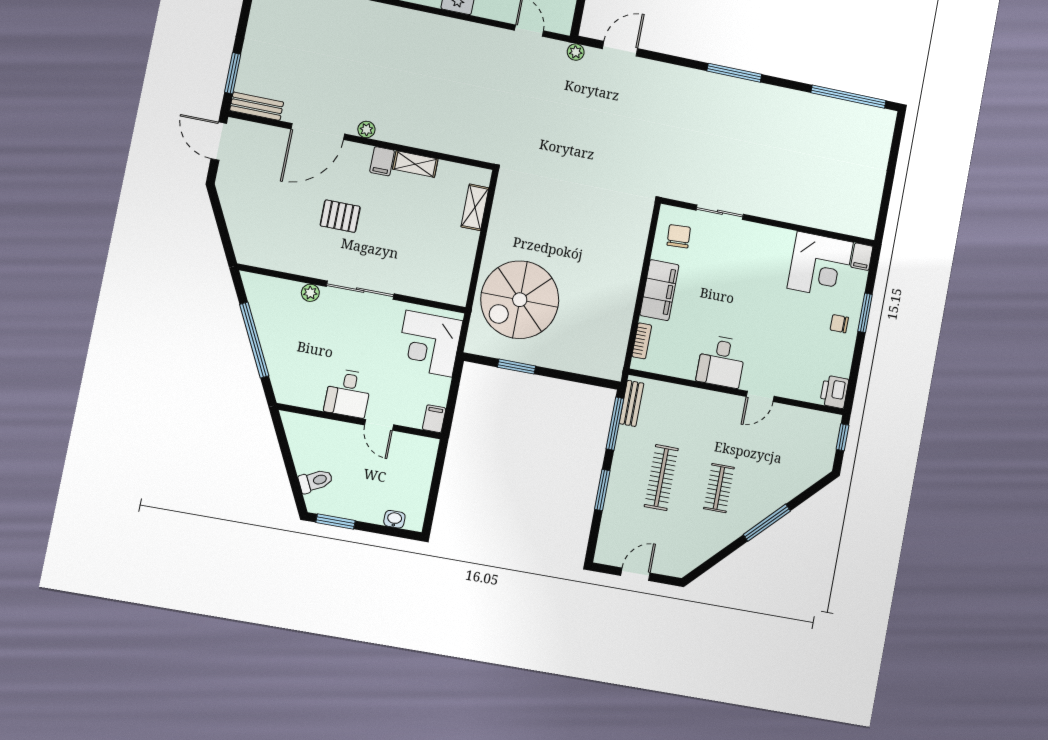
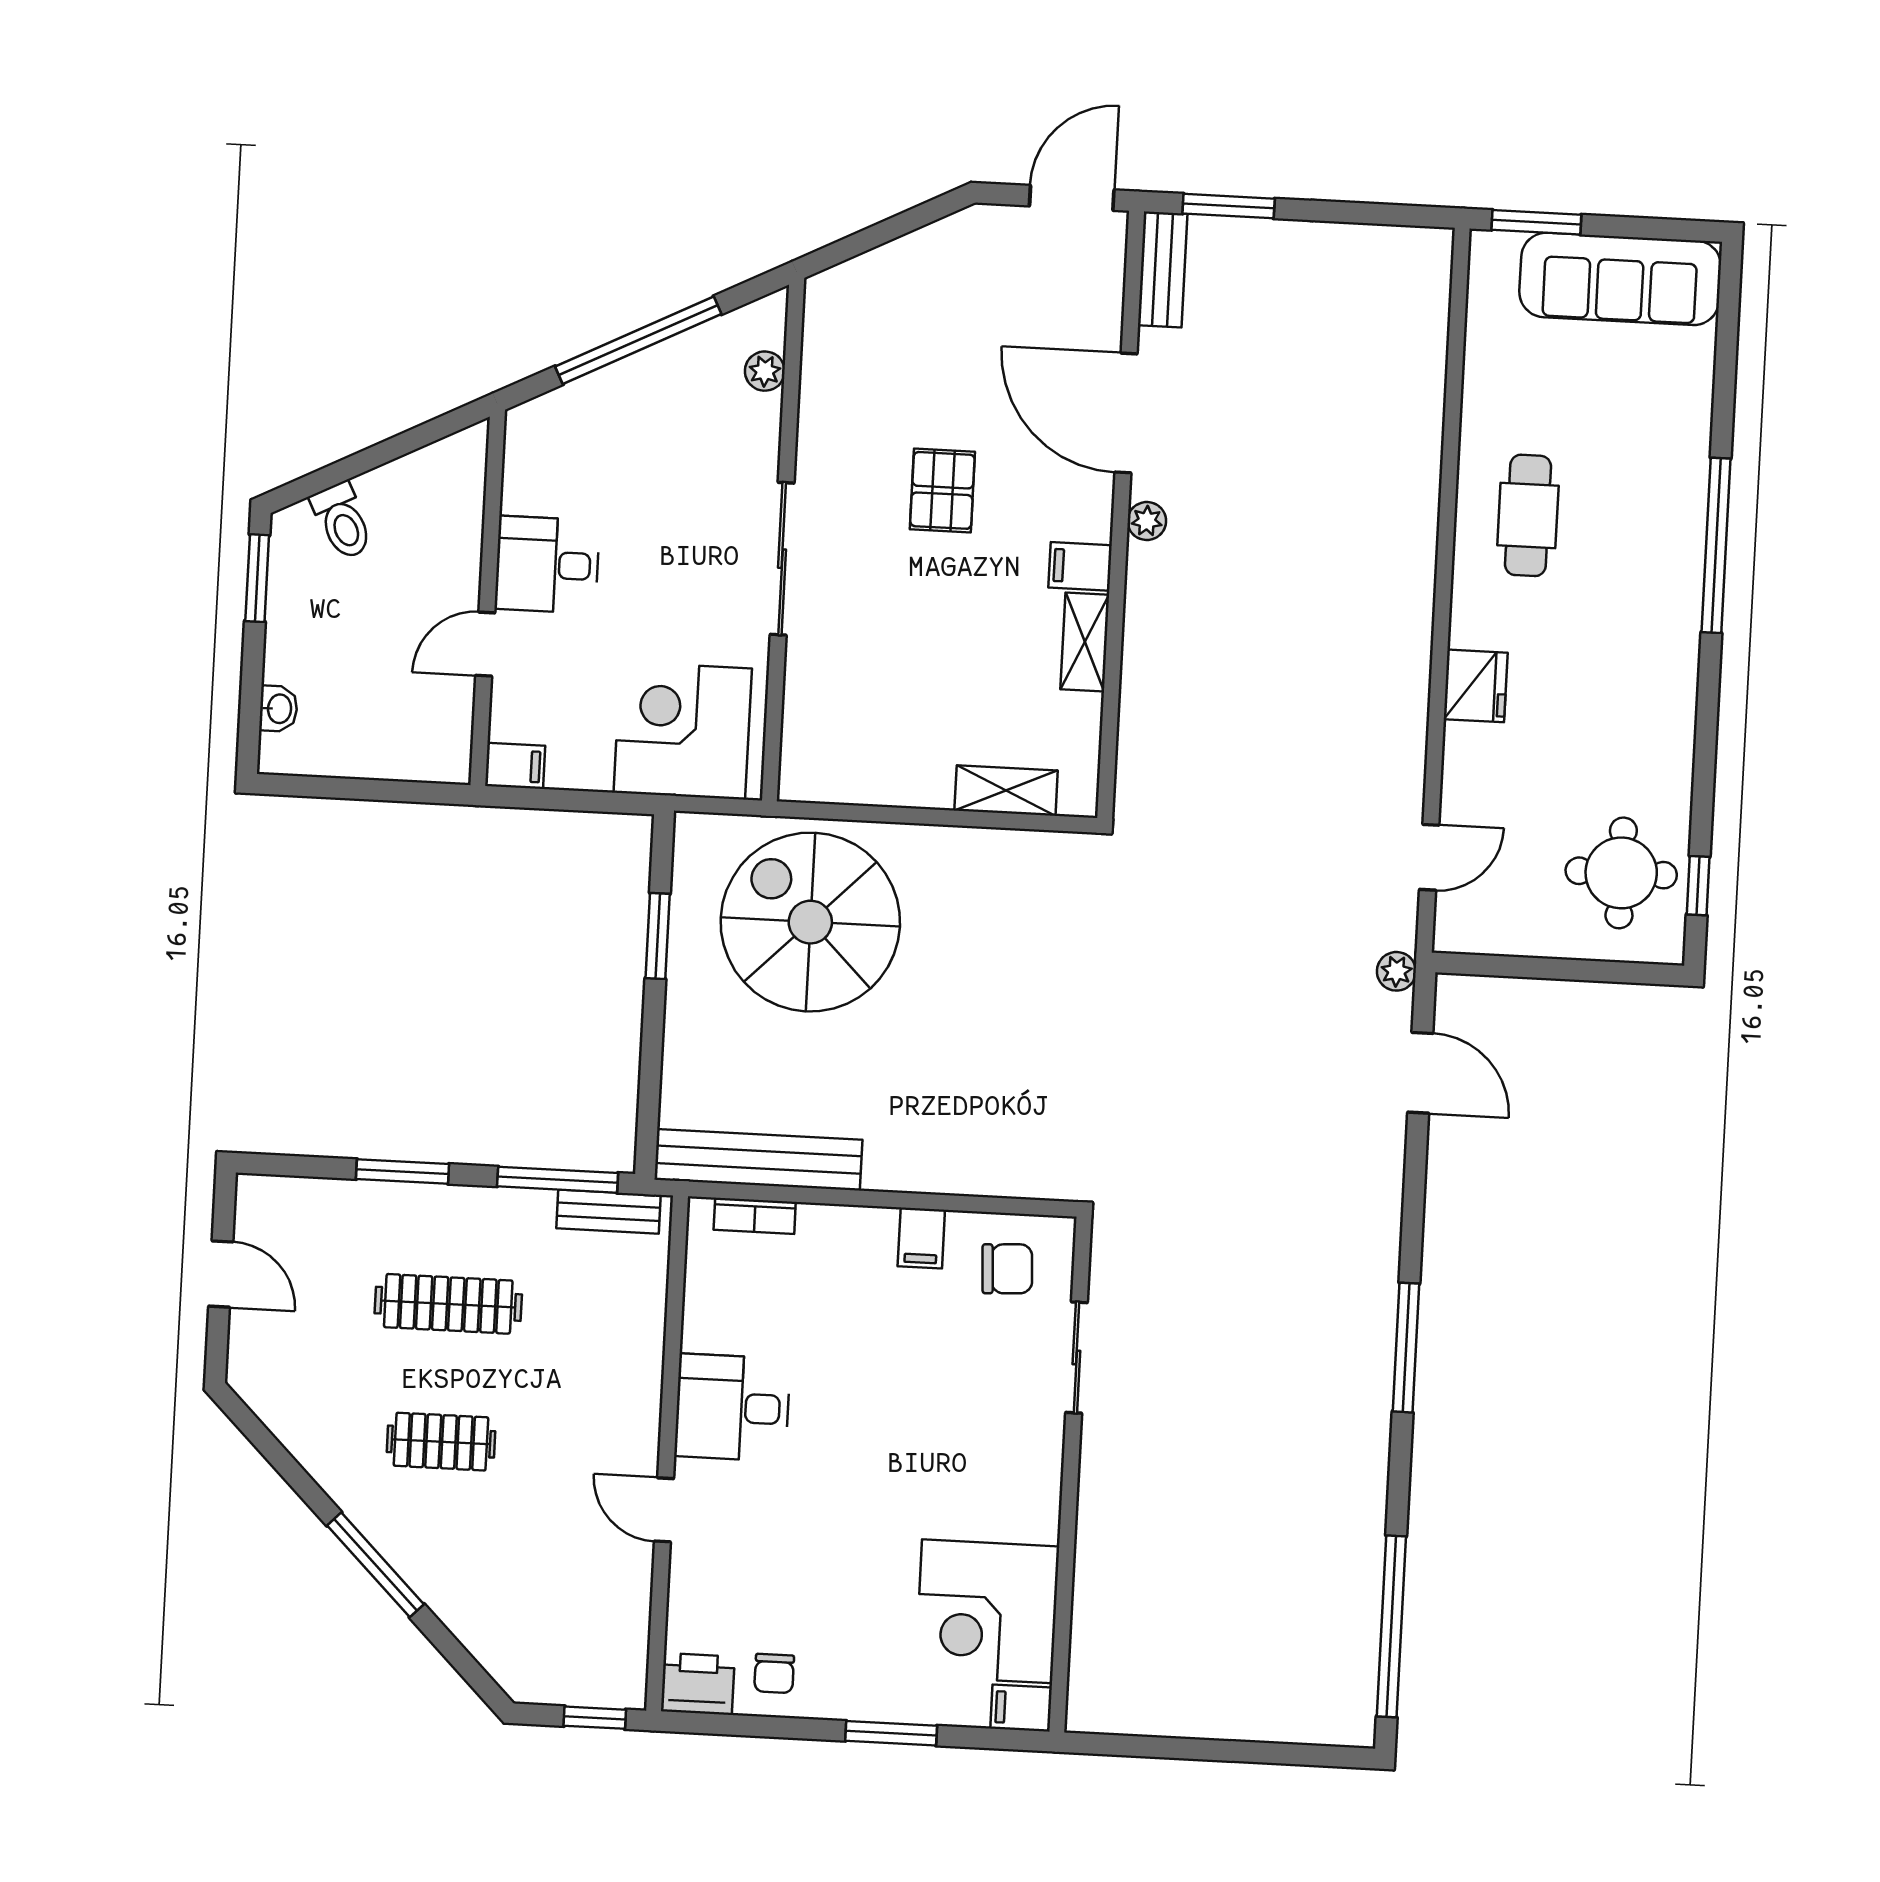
filing cabinet: (659, 290) -> (921, 1238), width x0.33, depth x0.86
plant: (310, 293) -> (765, 371), moved
chair: (839, 324) -> (774, 1673), moved, turned 180
bench: (618, 336) -> (758, 1160), added

